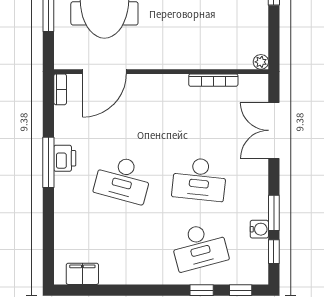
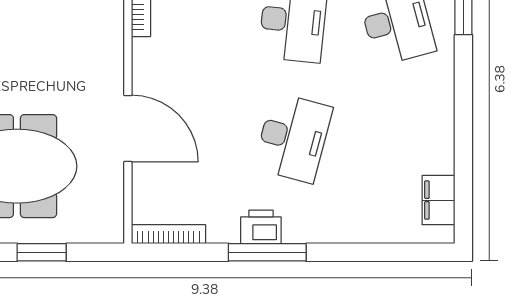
door: (104, 72) -> (128, 128), moved
bookcase: (60, 89) -> (168, 234), width x1.56

